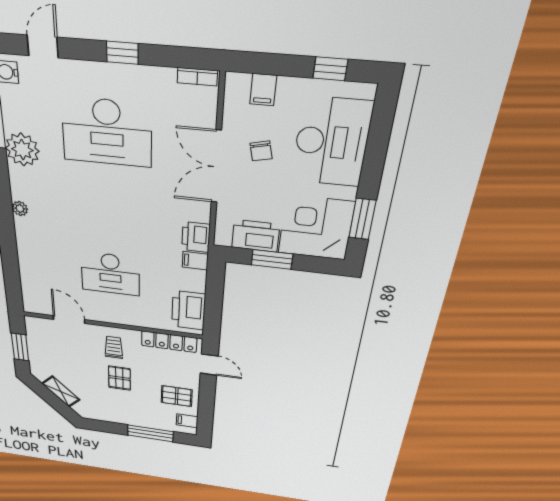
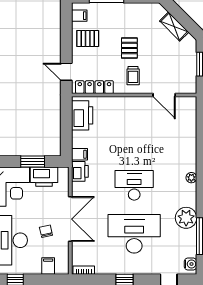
desk: (110, 274) -> (134, 185), moved

